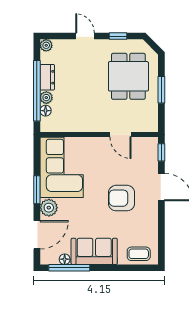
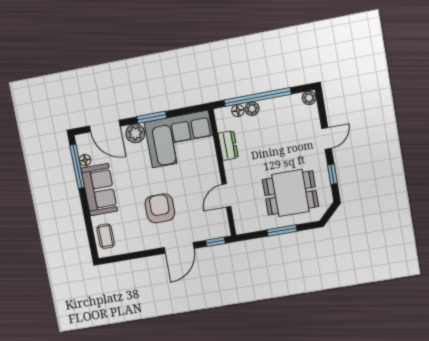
dresser: (47, 77) -> (228, 146), moved, turned -90

